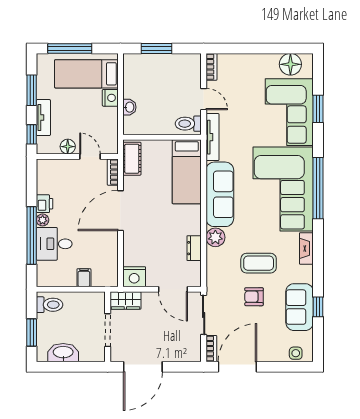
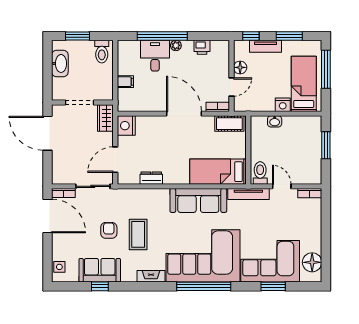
door: (204, 99) -> (282, 186), swing flipped
printer: (45, 204) -> (202, 47), moved
plant: (215, 237) -> (161, 197), removed

